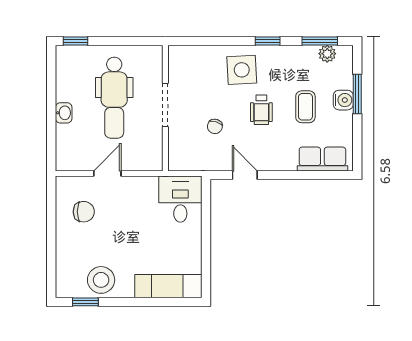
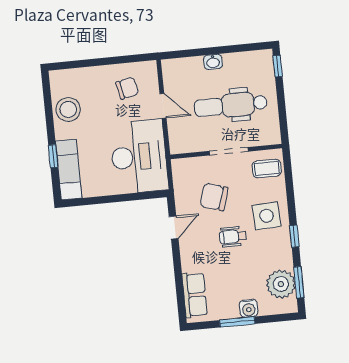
plant: (327, 54) -> (281, 284), width x1.87, depth x1.87
window: (357, 94) -> (237, 322), moved
coffee table: (305, 107) -> (267, 169), moved
chair: (215, 126) -> (214, 197), width x1.87, depth x1.87
desk: (180, 199) -> (139, 157), width x1.87, depth x1.30
chair: (84, 212) -> (127, 88), turned -102
window: (85, 302) -> (53, 156), moved

